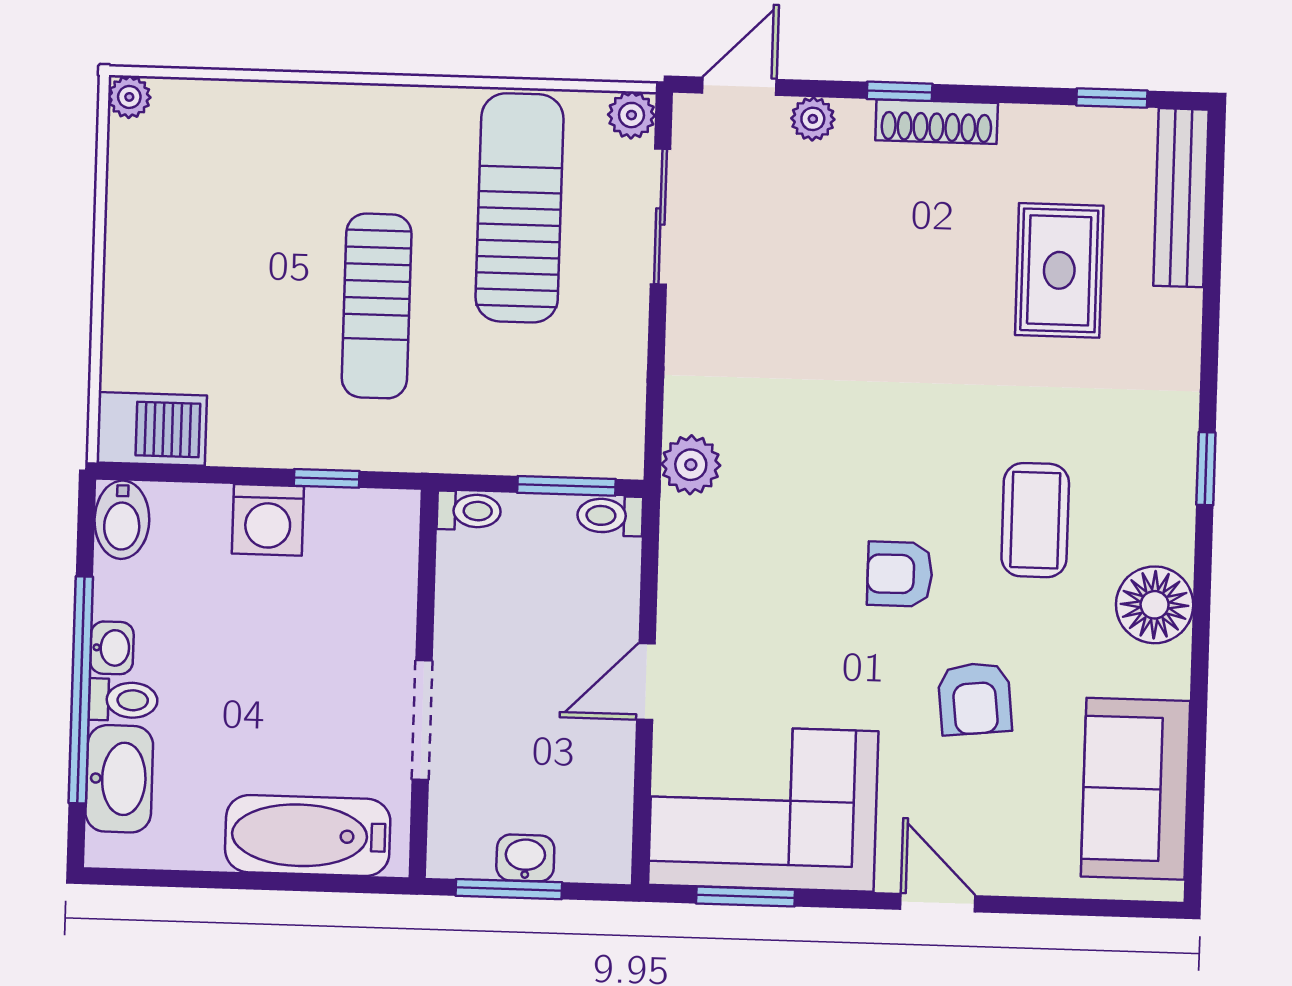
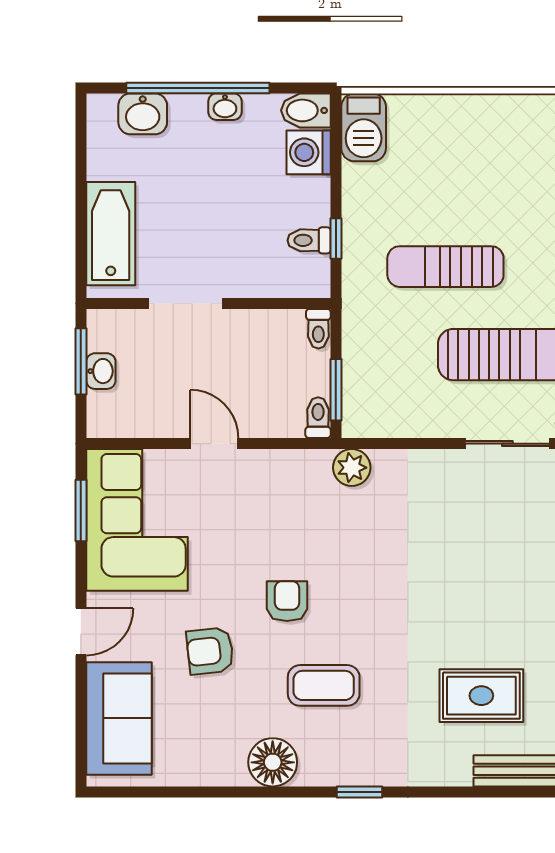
washing machine: (268, 520) -> (309, 152), moved
toilet: (123, 700) -> (309, 240), moved, turned 90
washbasin: (119, 779) -> (143, 114), width x0.72
sofa: (1135, 789) -> (119, 718), moved, turned 90

